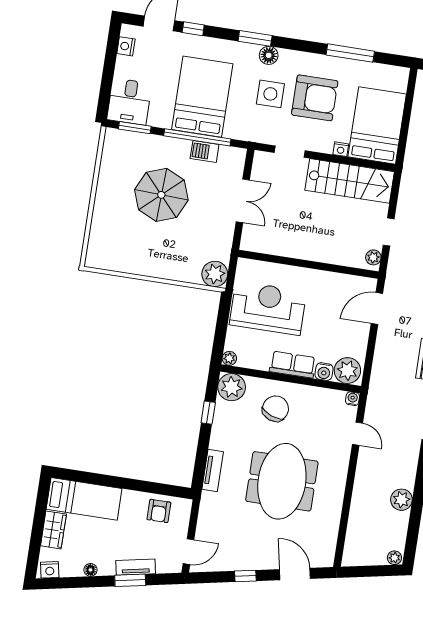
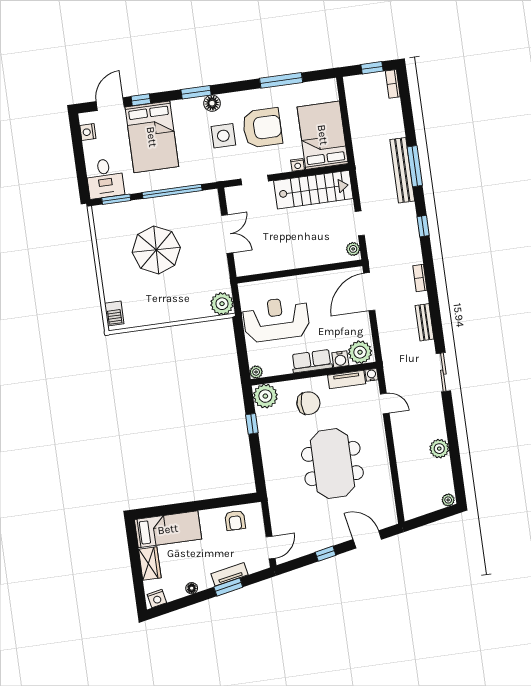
bed: (202, 97) -> (152, 137), moved, turned 180
barbecue: (205, 152) -> (114, 313), moved, turned -90
door: (377, 308) -> (369, 292), width x1.36
chair: (276, 409) -> (308, 403), turned 69
tv unit: (213, 470) -> (347, 379), moved, turned 90

